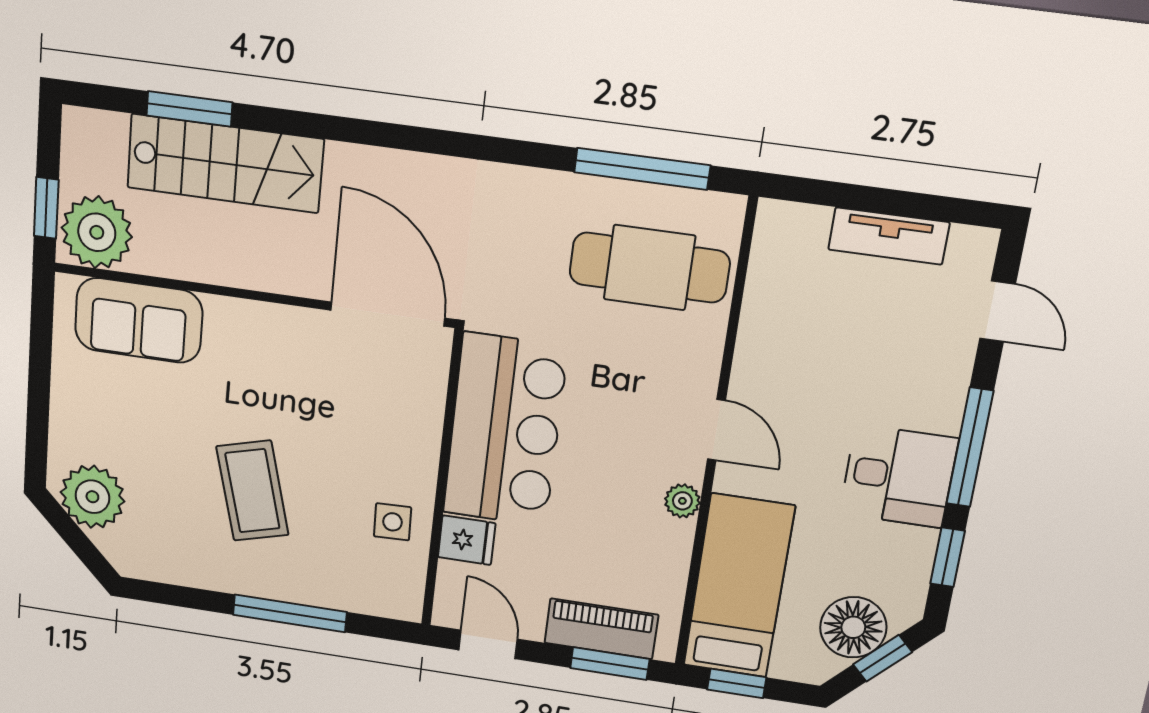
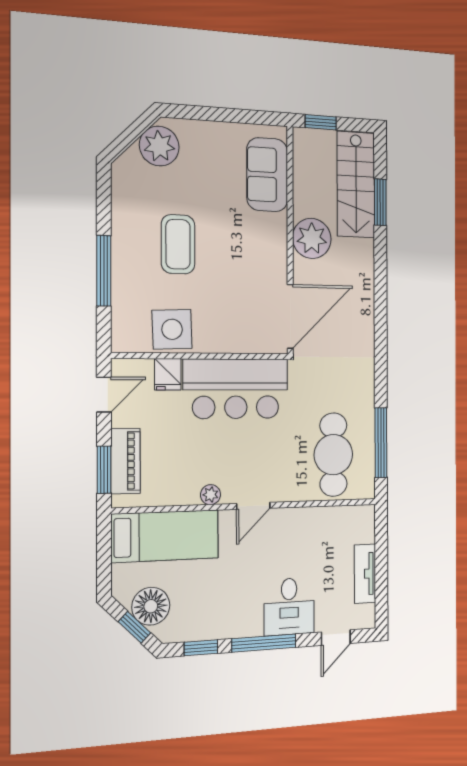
stairs: (225, 163) -> (356, 185), moved
plant: (97, 232) -> (312, 238), moved
desk: (899, 476) -> (289, 607), moved
coffee table: (252, 491) -> (178, 244), turned -75
side table: (393, 522) -> (172, 329), width x1.87, depth x1.87
window: (737, 683) -> (104, 547), removed

